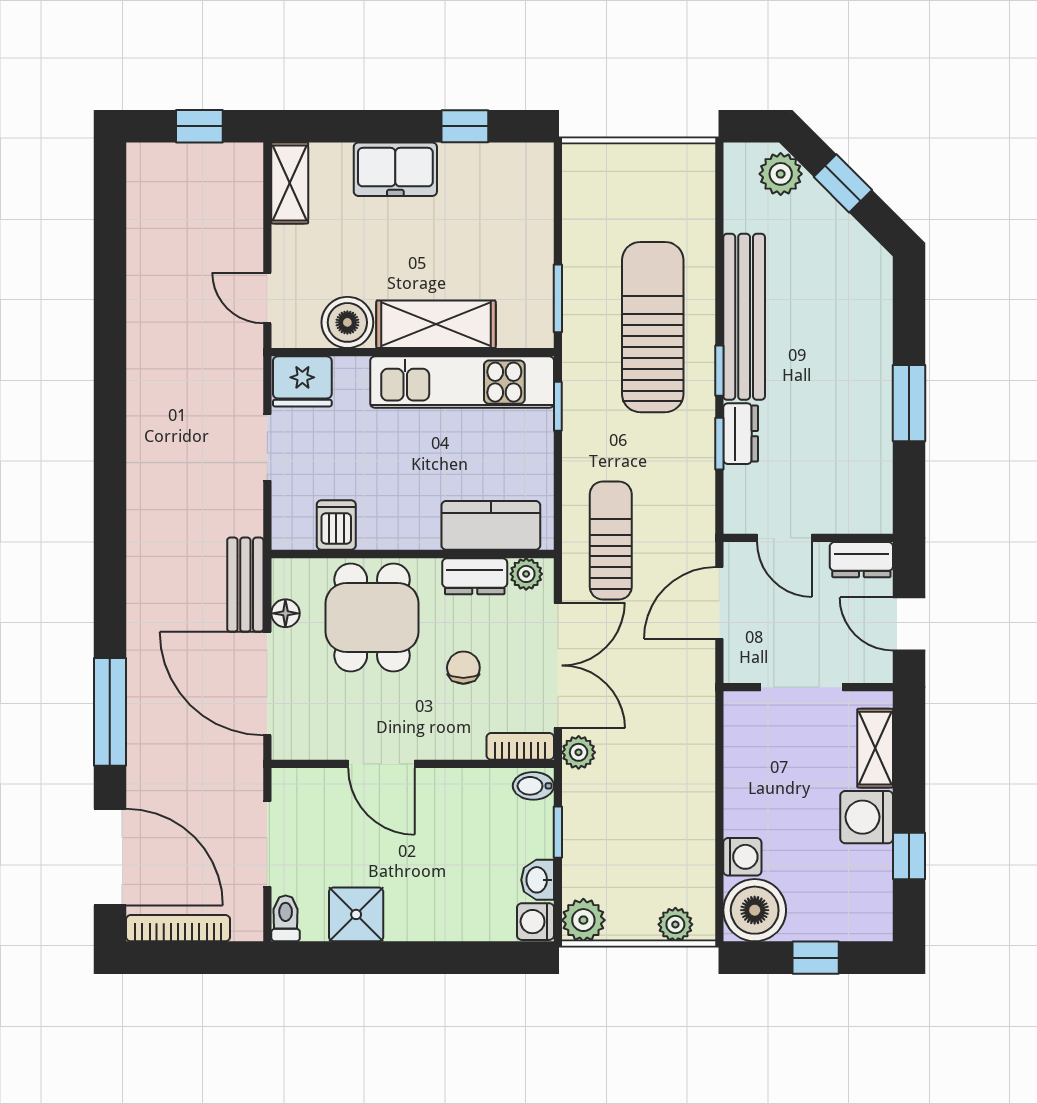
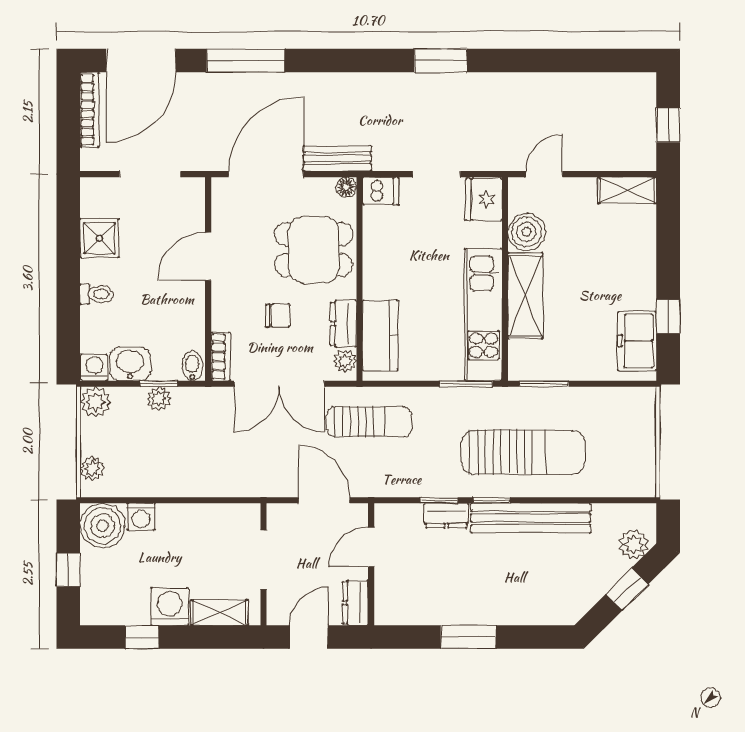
freezer: (395, 169) -> (637, 341), moved
window: (558, 406) -> (466, 384), width x1.50
window: (110, 442) -> (441, 61), added
dishwasher: (336, 525) -> (380, 191), moved
floor lamp: (285, 613) -> (346, 187), moved
plant: (579, 752) -> (159, 399), moved
washbasin: (538, 880) -> (130, 364), width x1.38, depth x1.45
toilet: (286, 918) -> (97, 294), moved

